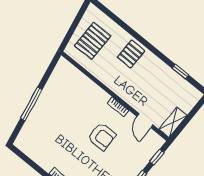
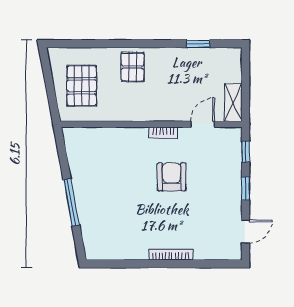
door: (145, 121) -> (203, 124), swing flipped
armchair: (102, 137) -> (172, 177), turned -90

